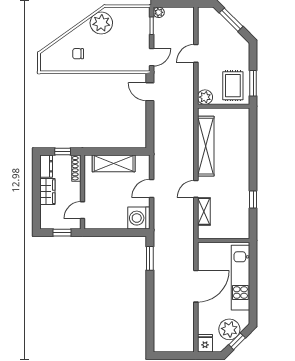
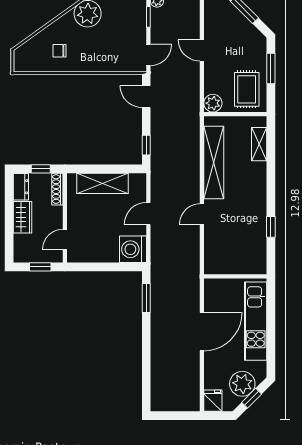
door: (196, 53) -> (202, 50), hinge flipped
window: (253, 83) -> (271, 69), moved
window: (150, 132) -> (146, 145), added
shelving: (204, 211) -> (259, 144), moved

